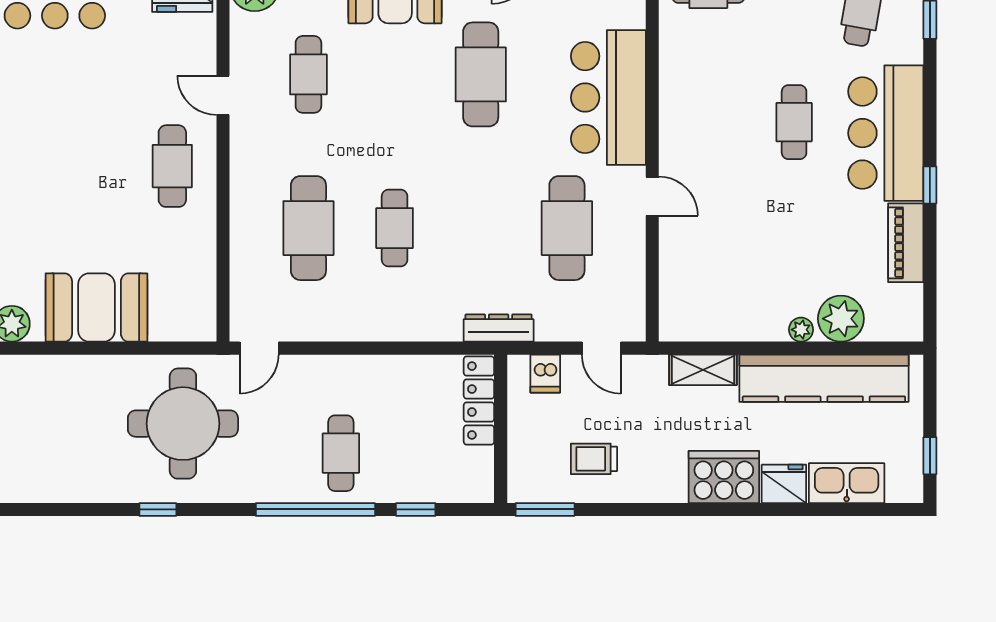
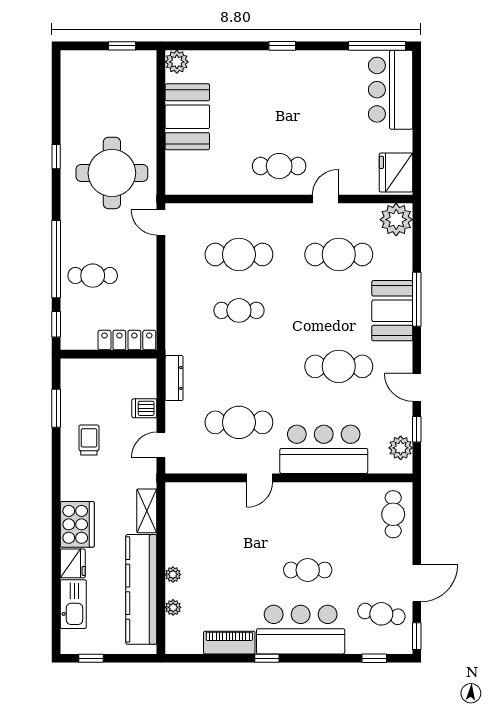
cafe table: (308, 74) -> (339, 254), width x1.37, depth x1.35
plant: (841, 319) -> (173, 607), width x0.53, depth x0.53
locker: (479, 401) -> (127, 340), moved
wall: (501, 429) -> (109, 354), moved

